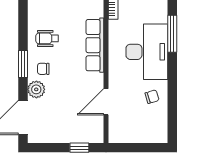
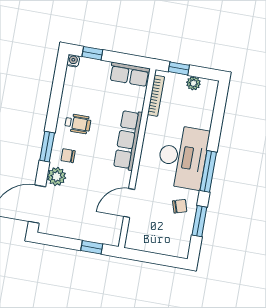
window: (172, 34) -> (208, 171), moved
wheelchair: (47, 38) -> (78, 124), turned 180
window: (172, 107) -> (199, 221), added

